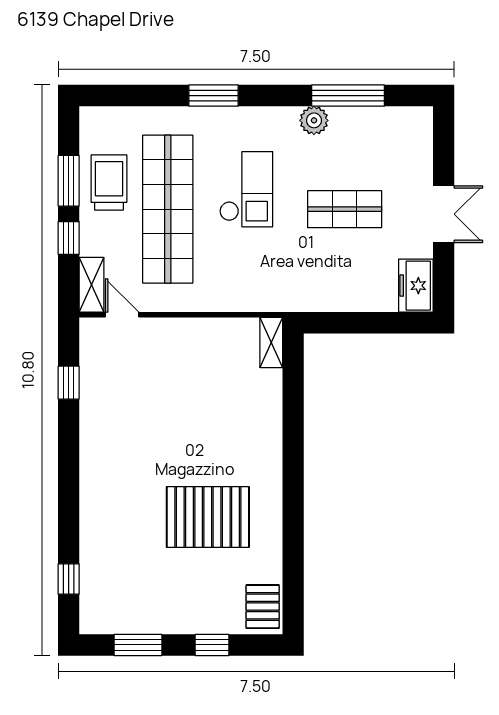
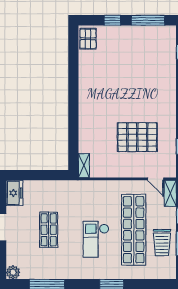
plant: (314, 120) -> (13, 272), moved
shop shelf: (345, 209) -> (49, 230), turned 90
pallet: (208, 517) -> (137, 137), moved
window: (138, 645) -> (148, 20), width x1.44

